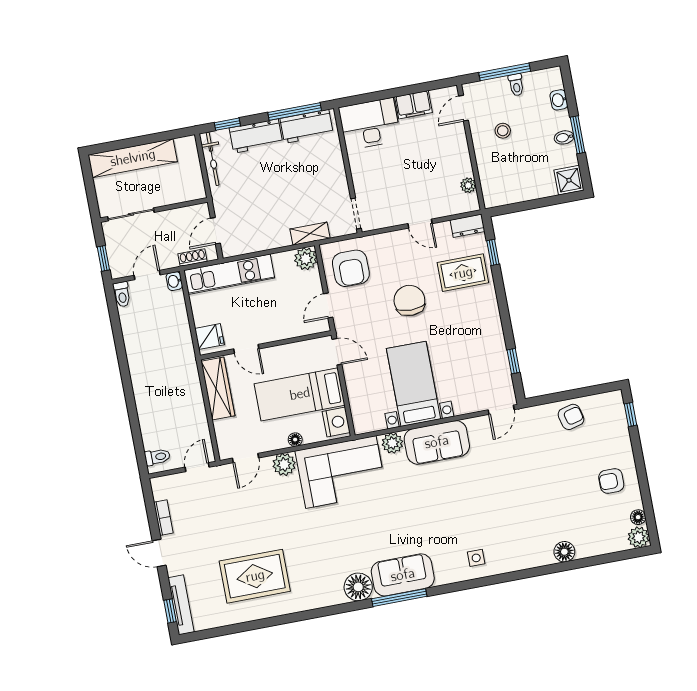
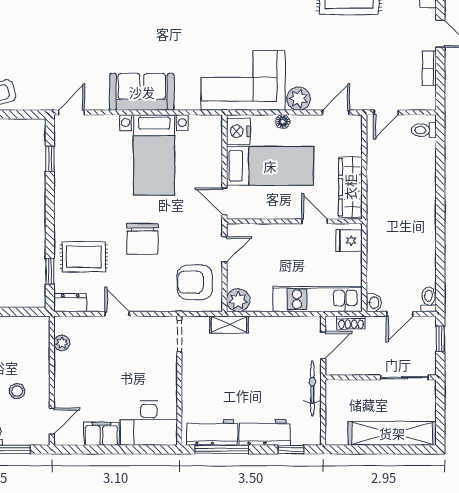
bicycle: (213, 159) -> (312, 388), moved
armchair: (351, 268) -> (195, 282), turned -90
plant: (392, 443) -> (186, 100), removed

